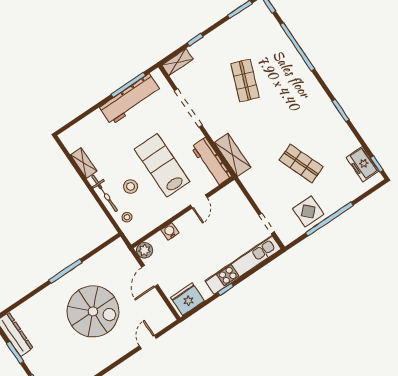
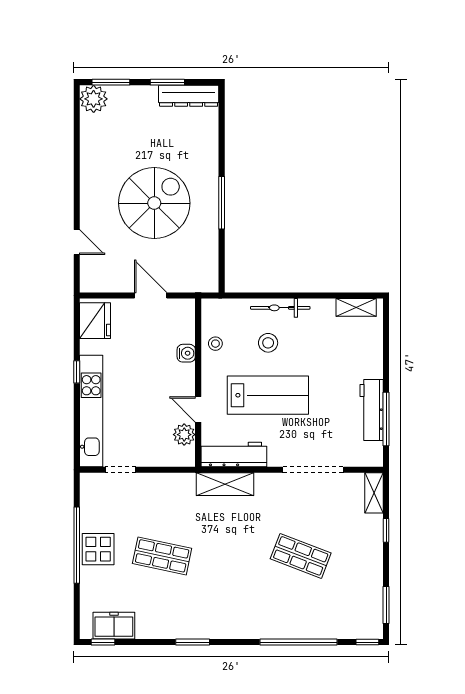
workbench: (130, 99) -> (372, 410), width x0.73, depth x0.76
shelving: (84, 163) -> (356, 307), moved
shop shelf: (301, 164) -> (162, 556), turned 33
display table: (308, 211) -> (98, 549), moved
stool: (127, 217) -> (215, 344), moved
plant: (145, 250) -> (184, 435), moved
spiral stairs: (93, 311) -> (154, 203), turned 180

